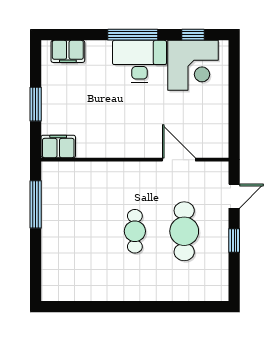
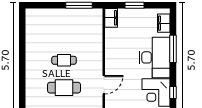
window: (133, 35) -> (173, 49), moved
desk: (139, 61) -> (155, 57), width x1.36, depth x1.30

